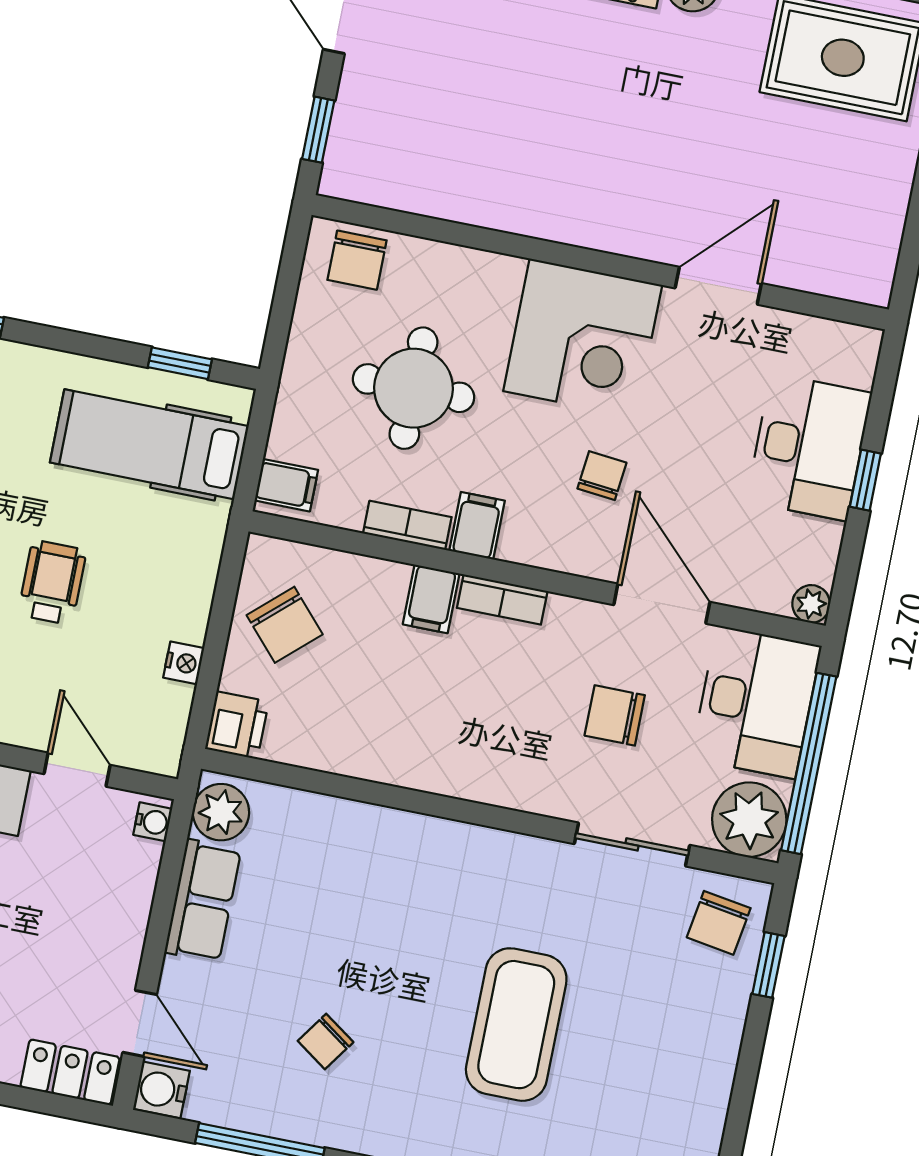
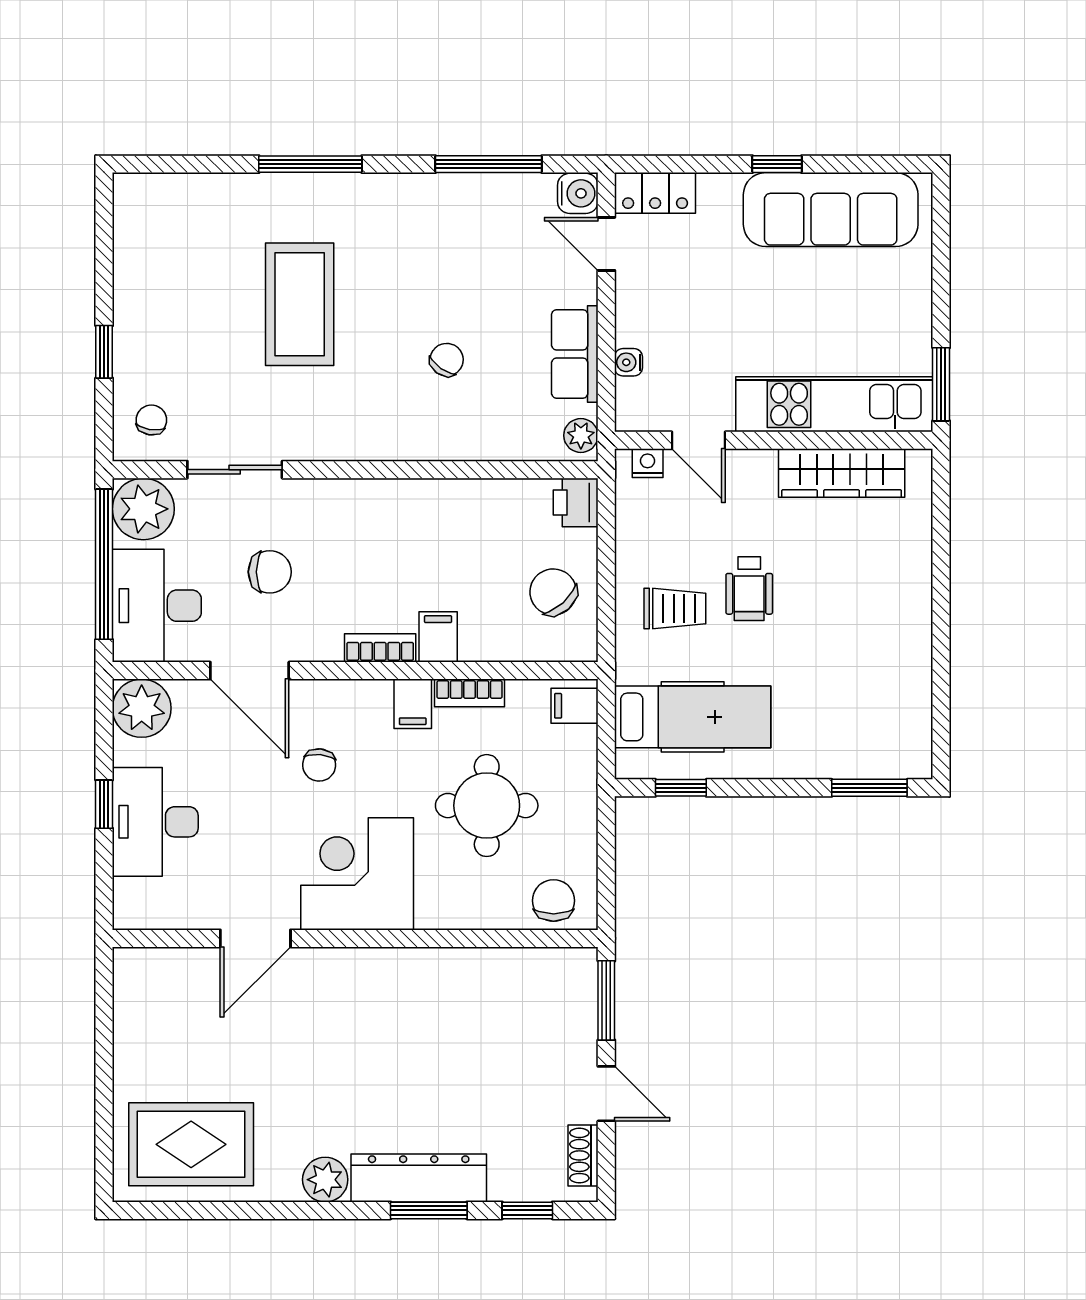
window: (318, 130) -> (606, 1000), width x1.50
trolley: (145, 576) -> (675, 609), added
plant: (811, 604) -> (142, 708), width x1.88, depth x1.88
nightstand: (184, 663) -> (648, 463), moved, turned 90
plant: (221, 812) -> (581, 435), width x0.73, depth x0.73
water cooler: (153, 822) -> (628, 362), moved
chair: (719, 923) -> (151, 420), width x0.73, depth x0.73
window: (768, 965) -> (104, 352), moved
chair: (326, 1041) -> (447, 360), moved

